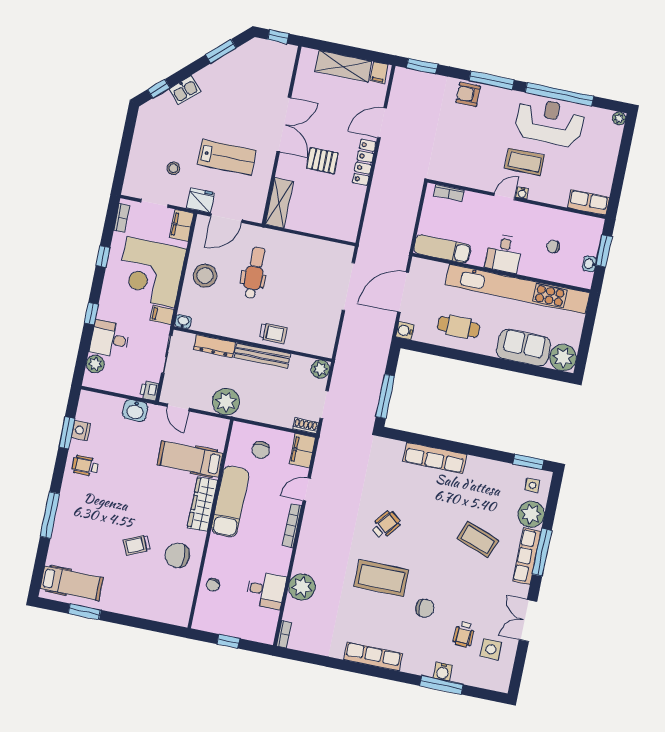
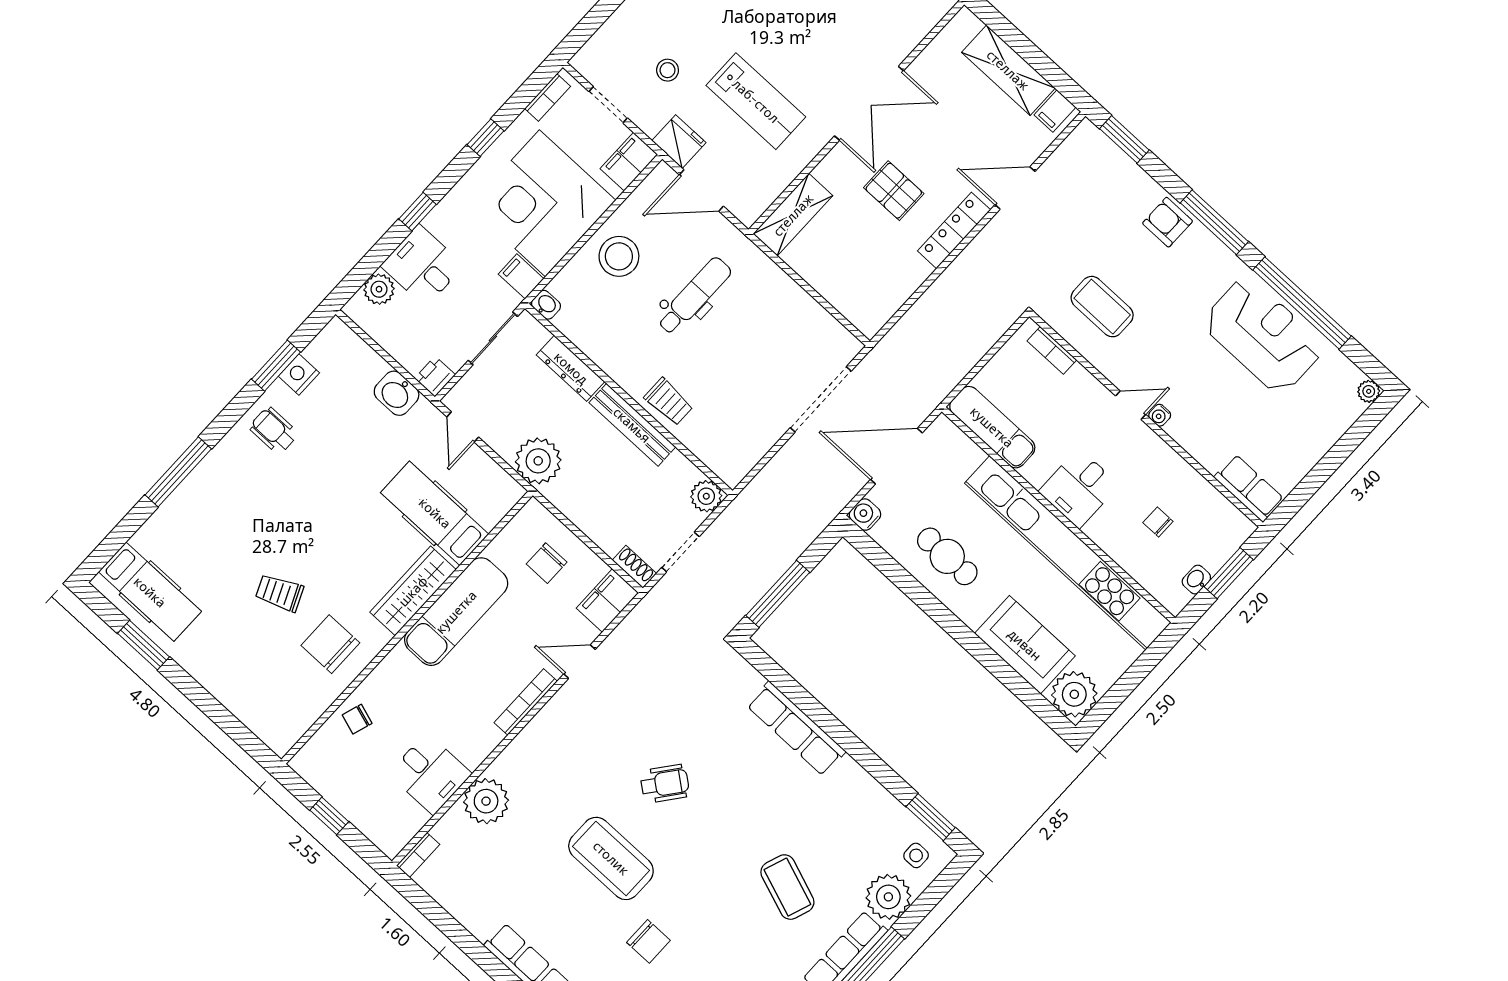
coffee table: (525, 162) -> (1102, 307), moved

